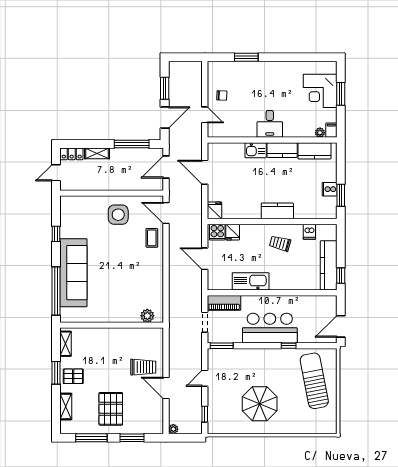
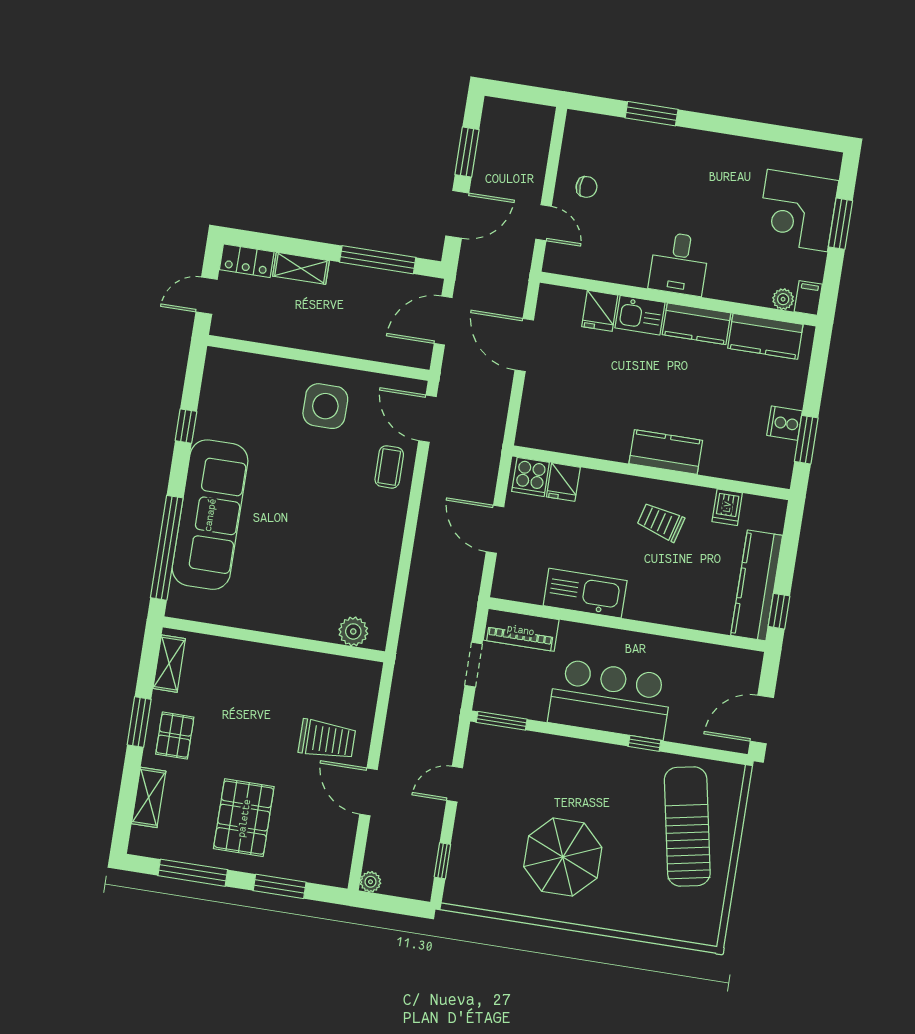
fridge: (214, 210) -> (600, 311), moved, turned 180
pallet: (73, 376) -> (175, 736), turned 90

